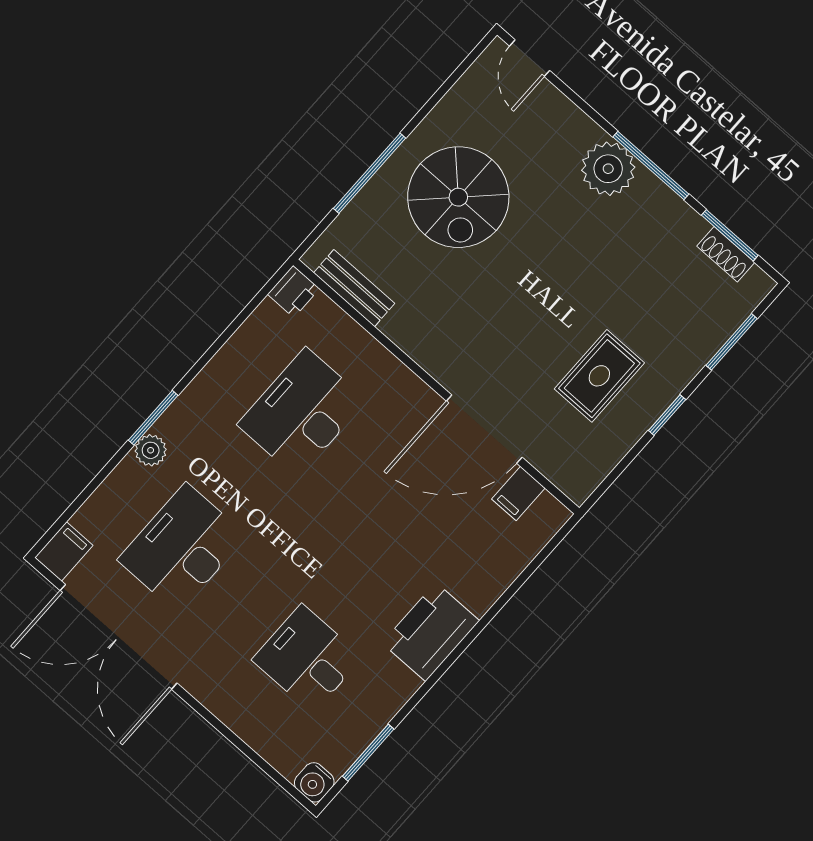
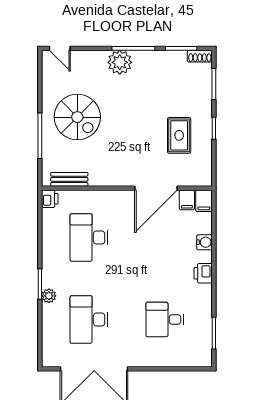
shoe rack: (726, 254) -> (200, 56), moved
filing cabinet: (64, 551) -> (204, 201), moved, turned 180
printer: (431, 632) -> (203, 273), width x0.53, depth x0.68
water cooler: (314, 782) -> (204, 242), moved, turned -90

